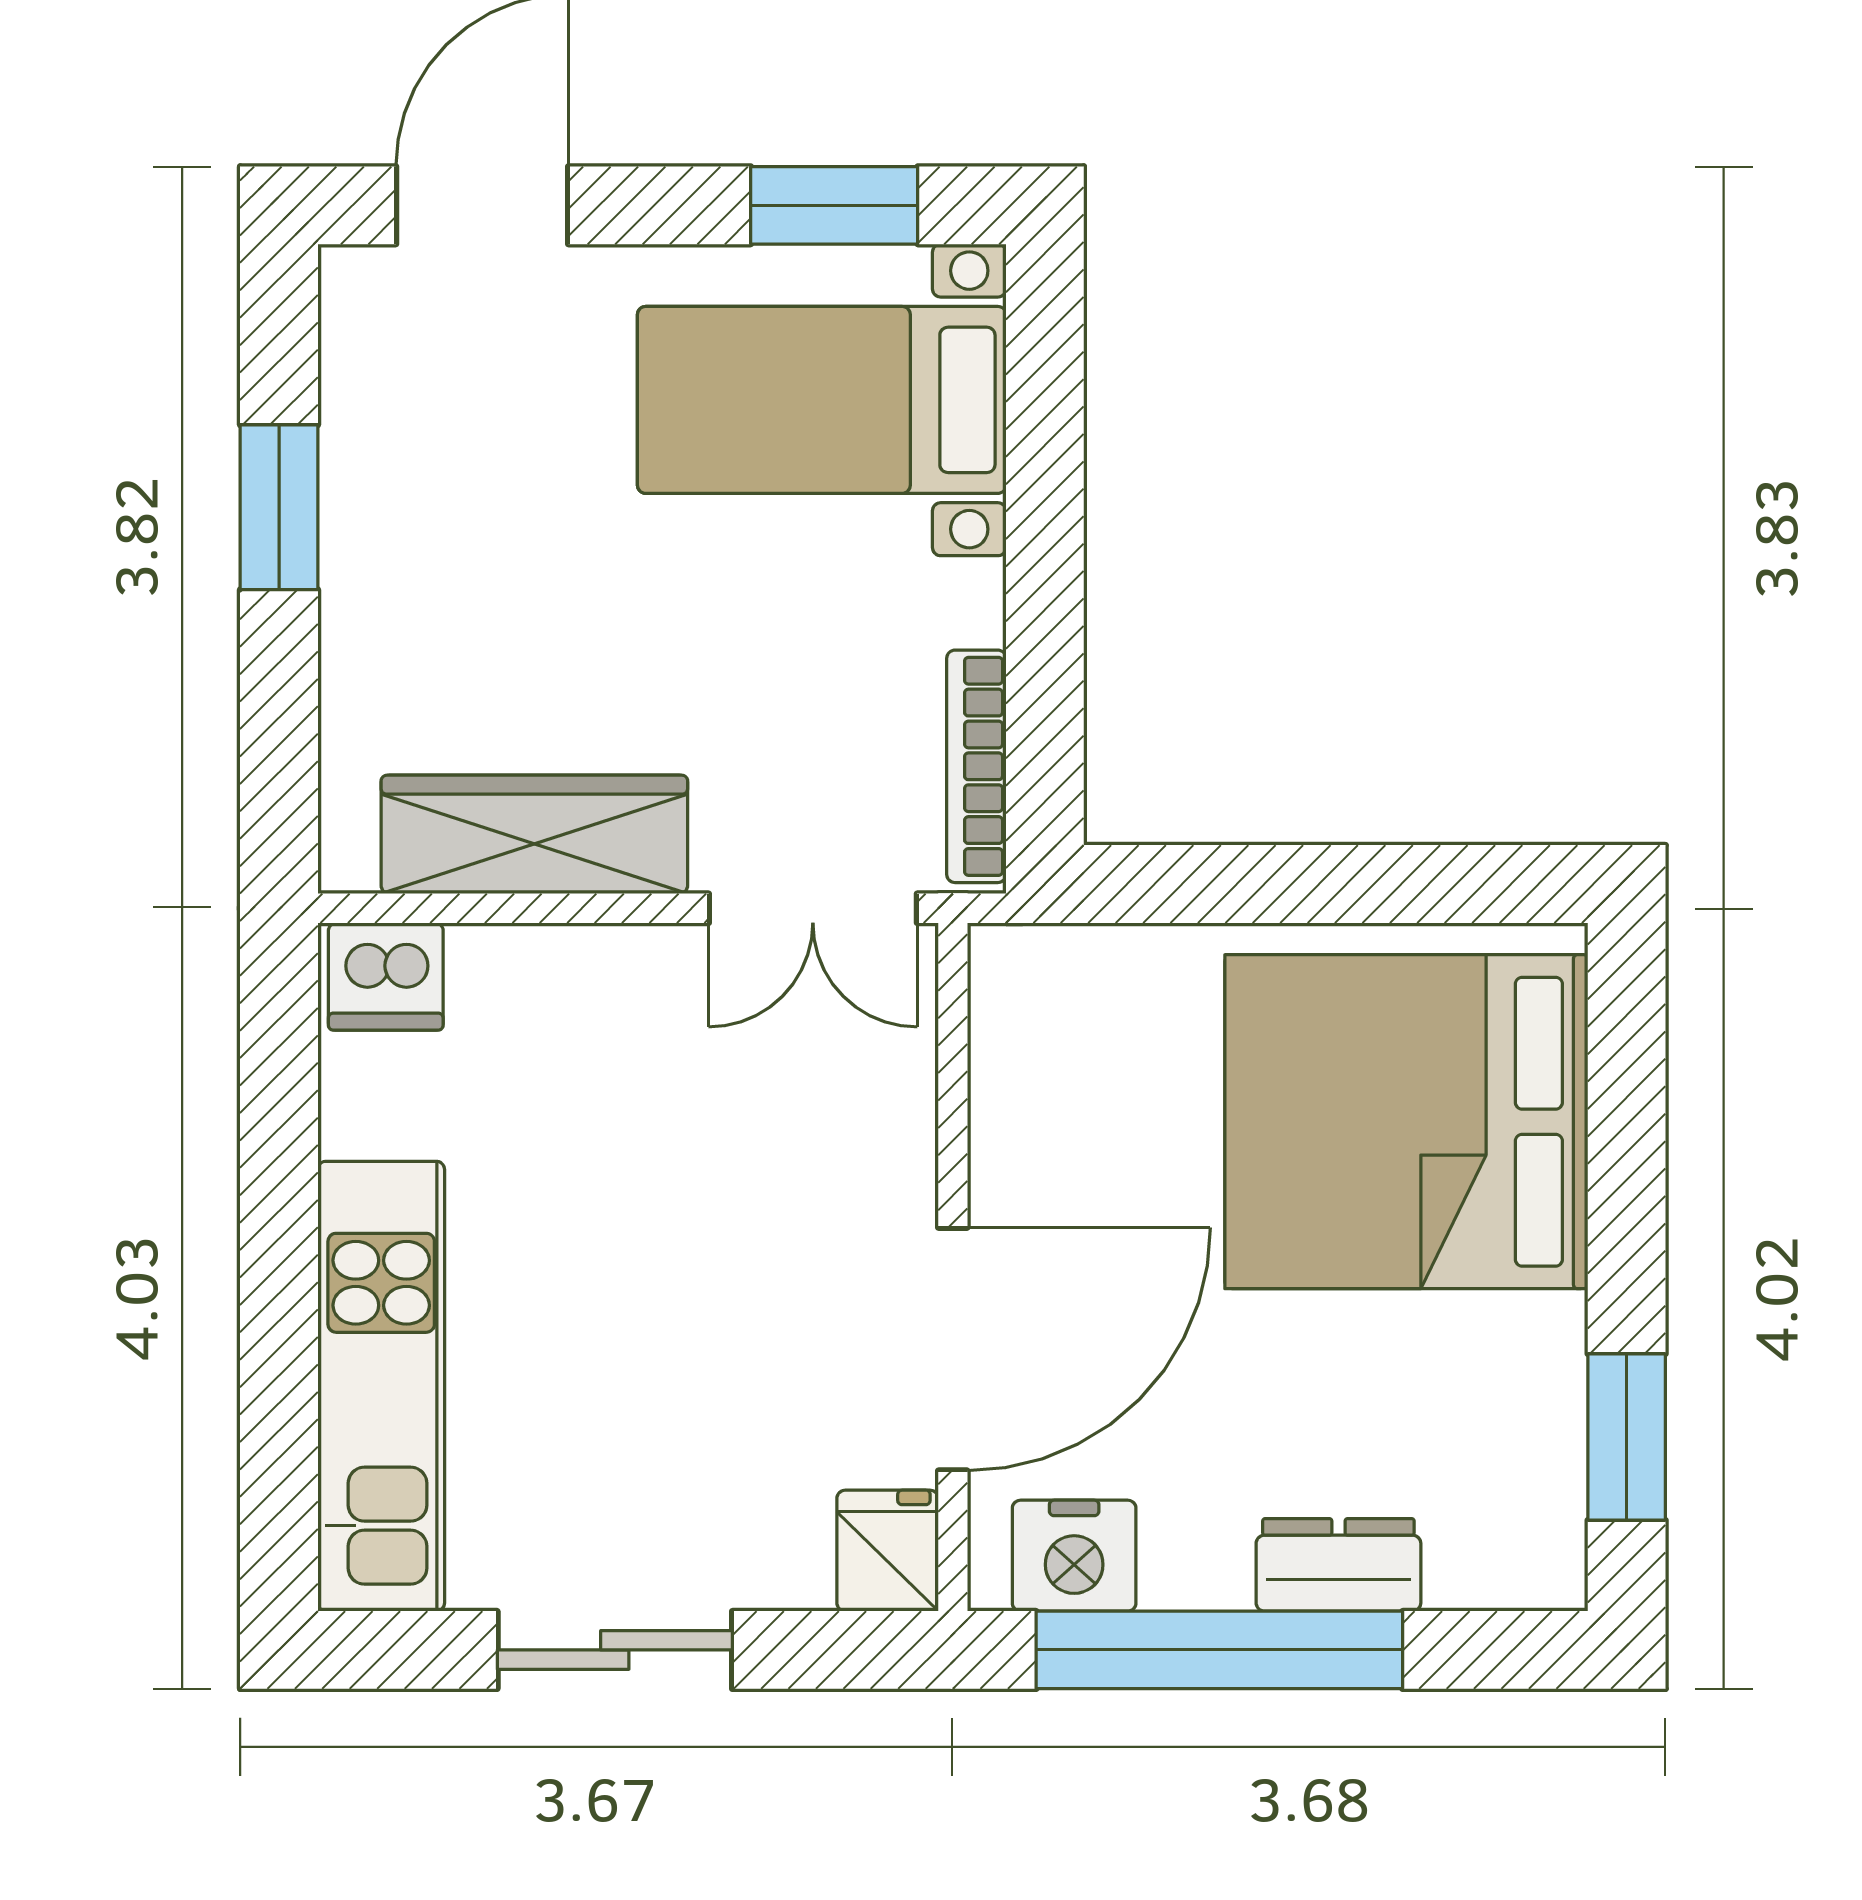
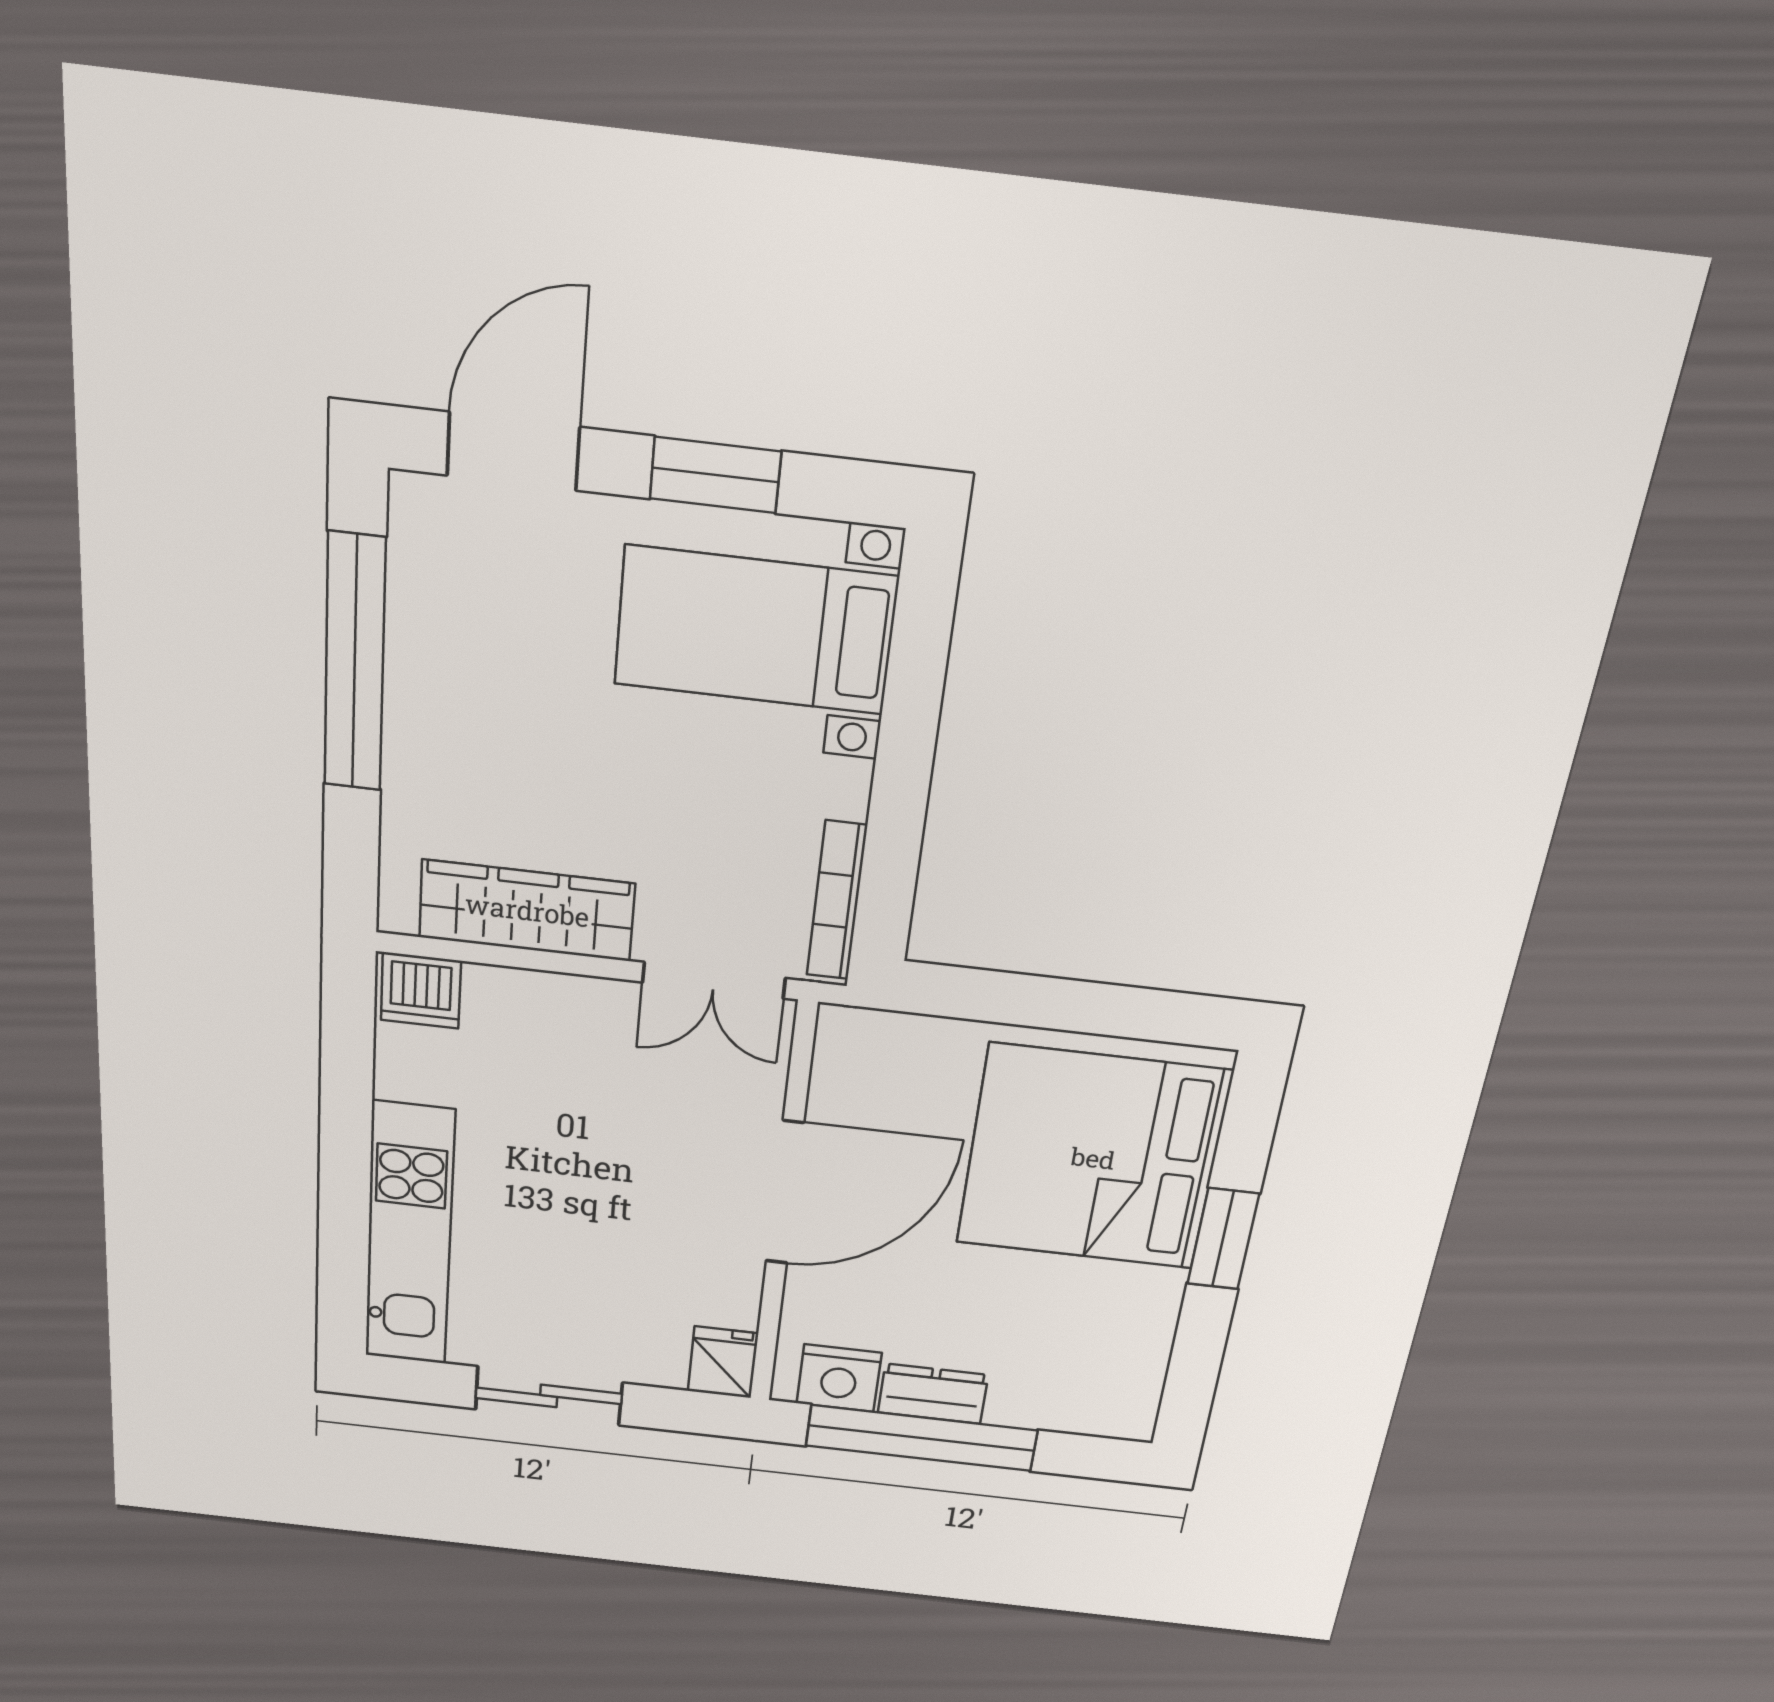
window: (834, 205) -> (715, 475), moved
window: (279, 507) -> (355, 663), width x2.11
door: (953, 1349) -> (785, 1193), moved
window: (1627, 1437) -> (1223, 1239), moved
dresser: (1338, 1565) -> (933, 1394), moved

